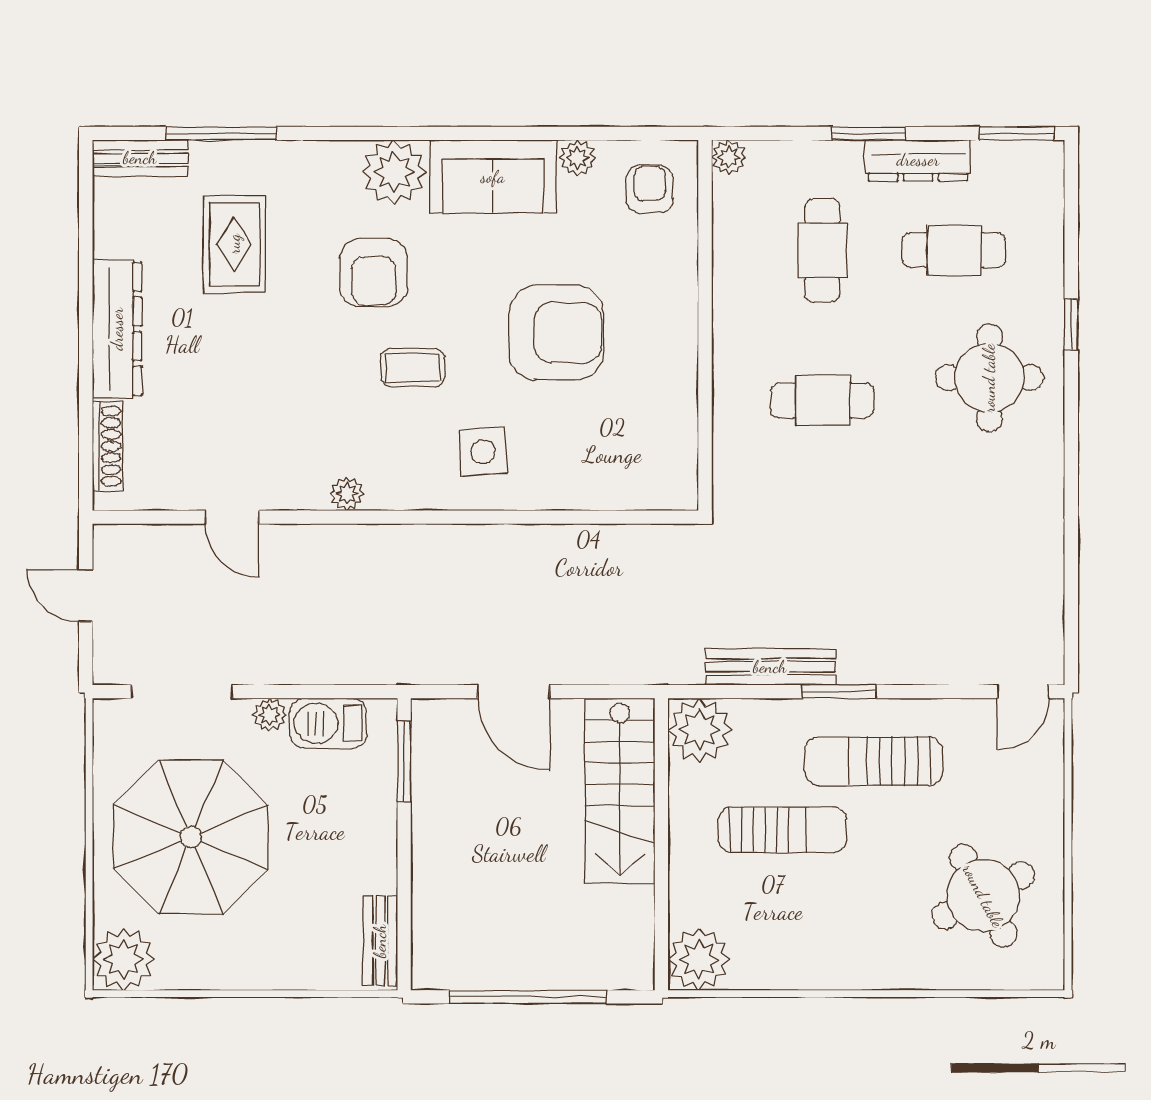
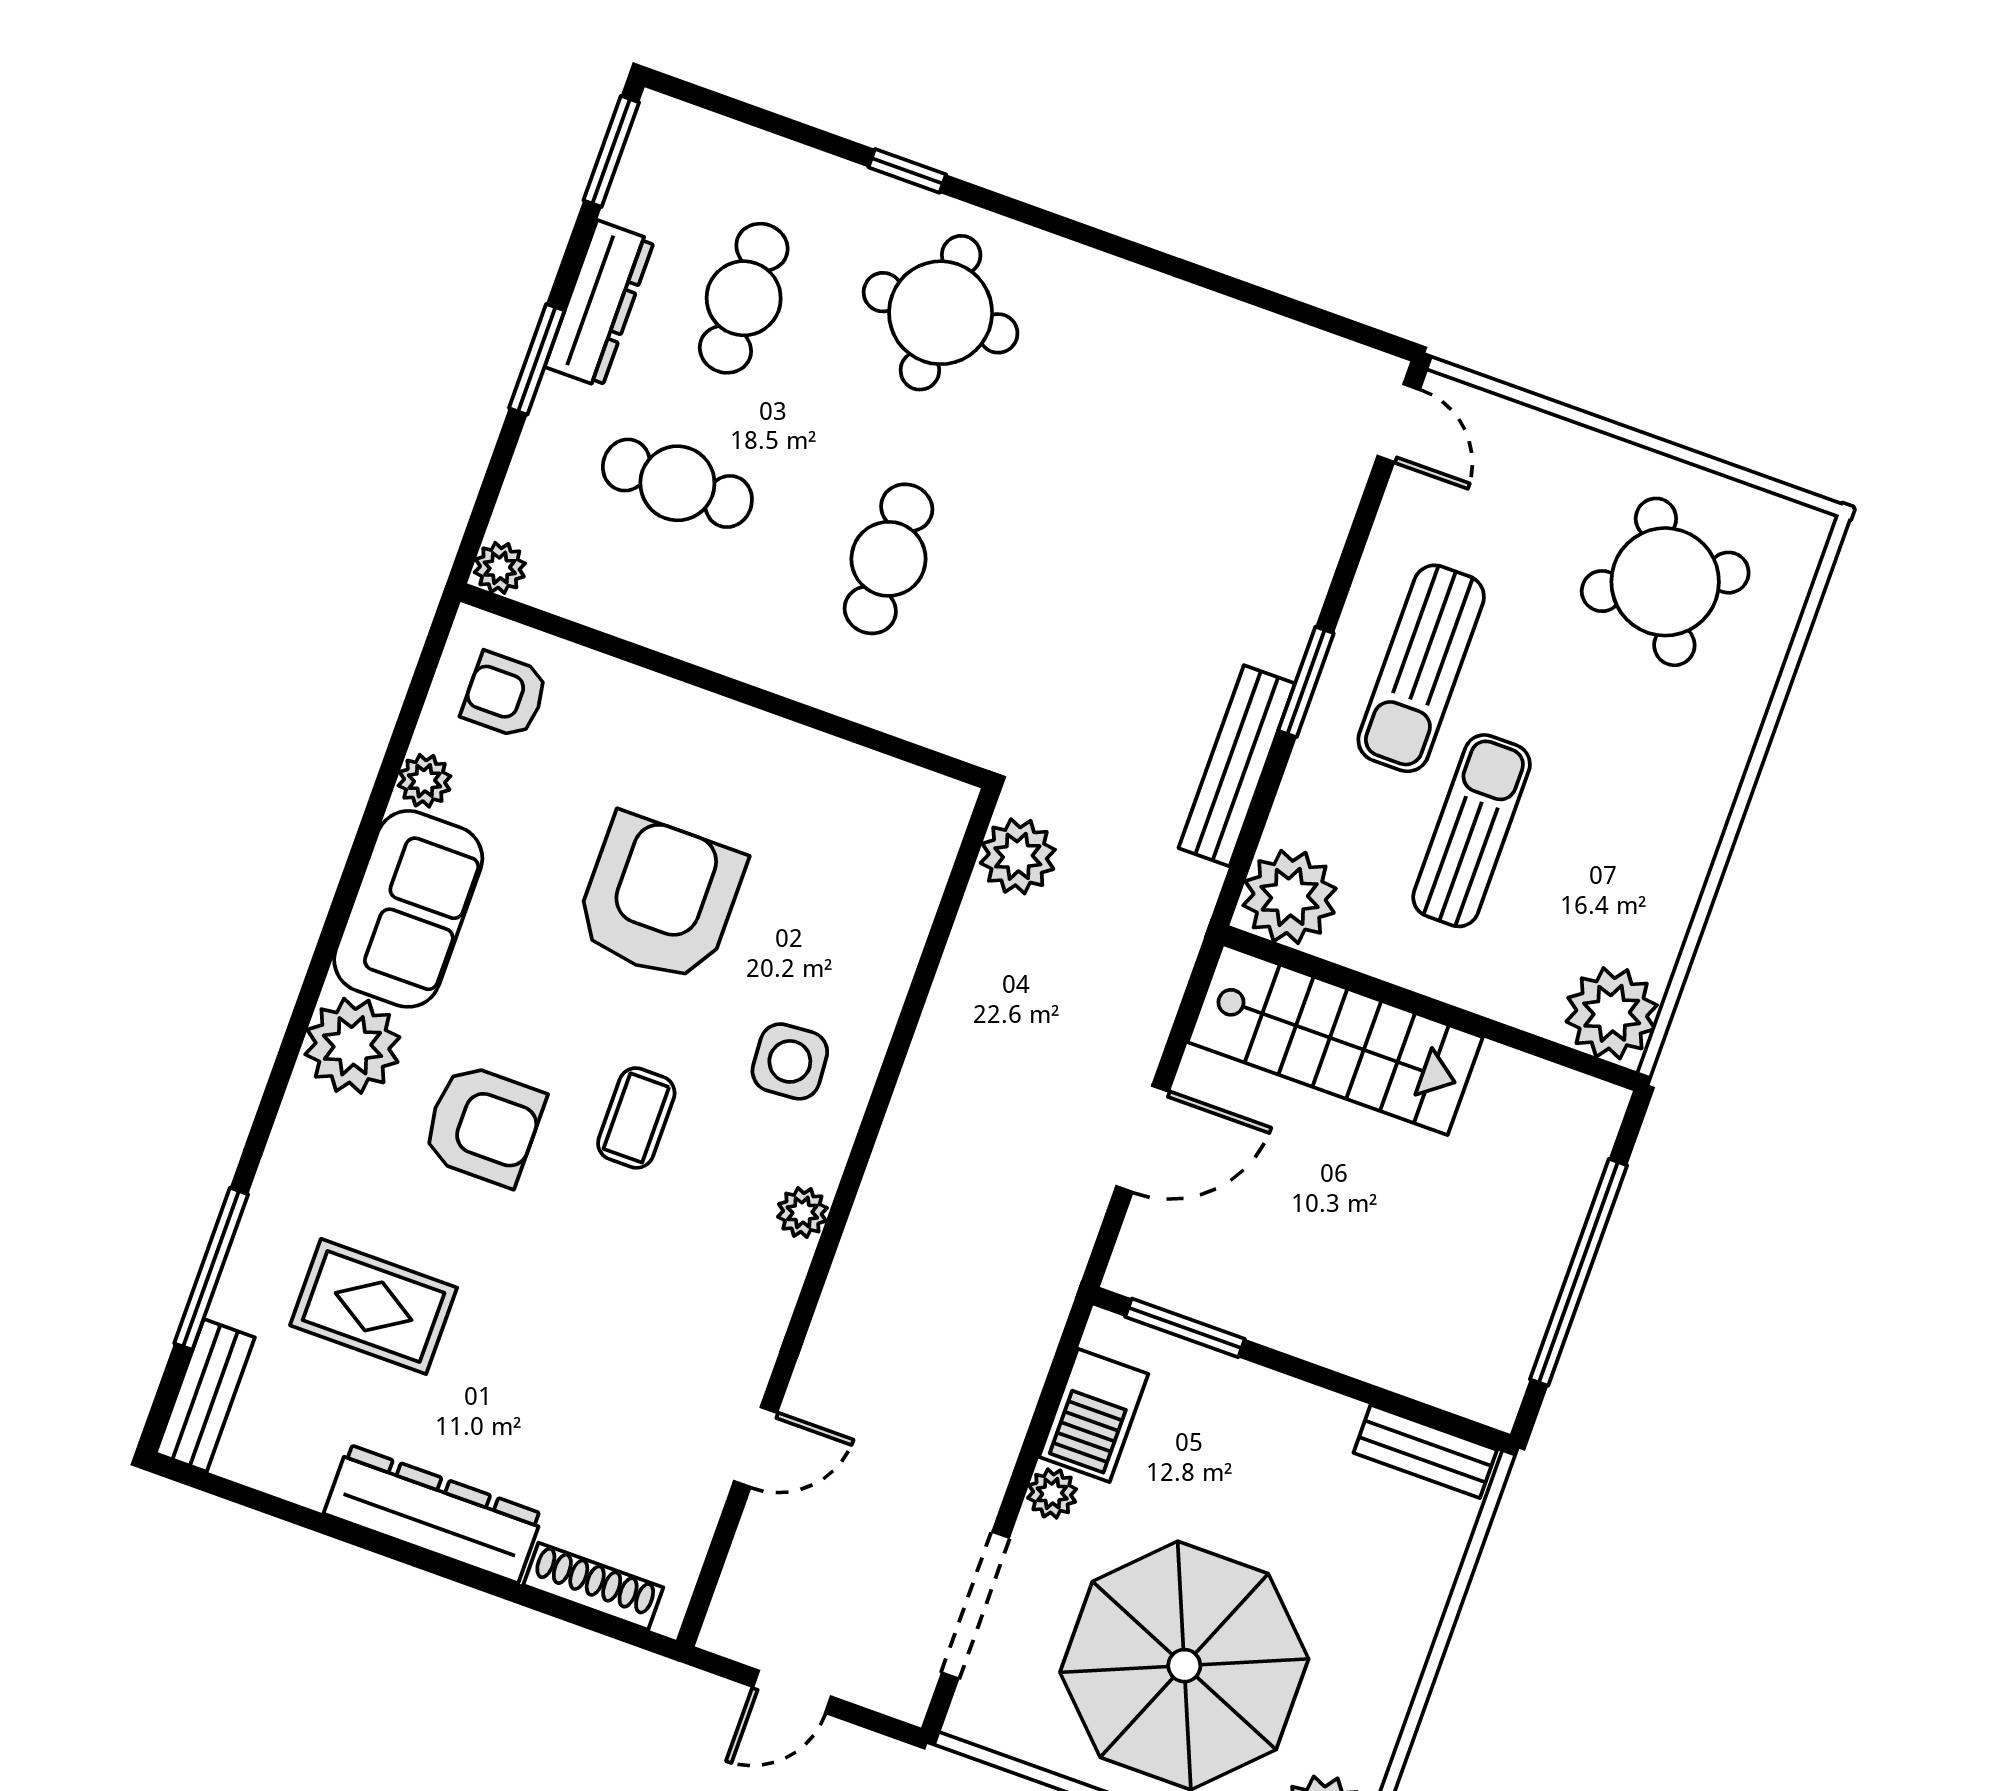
plant: (347, 494) -> (802, 1212), moved
plant: (664, 549) -> (1018, 856), added

